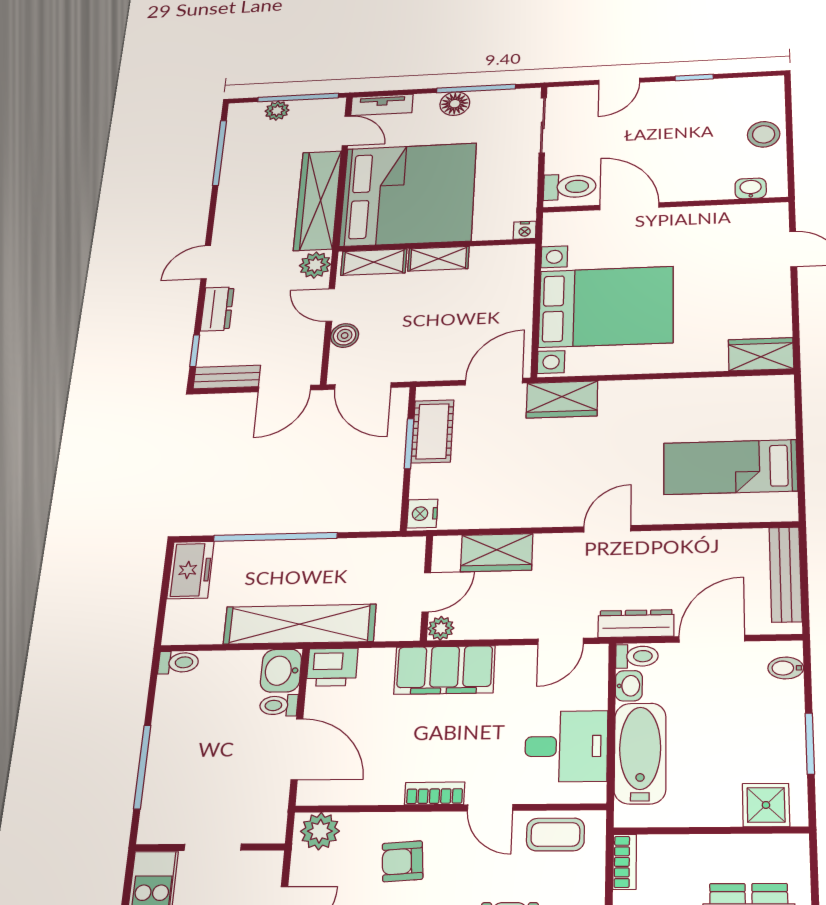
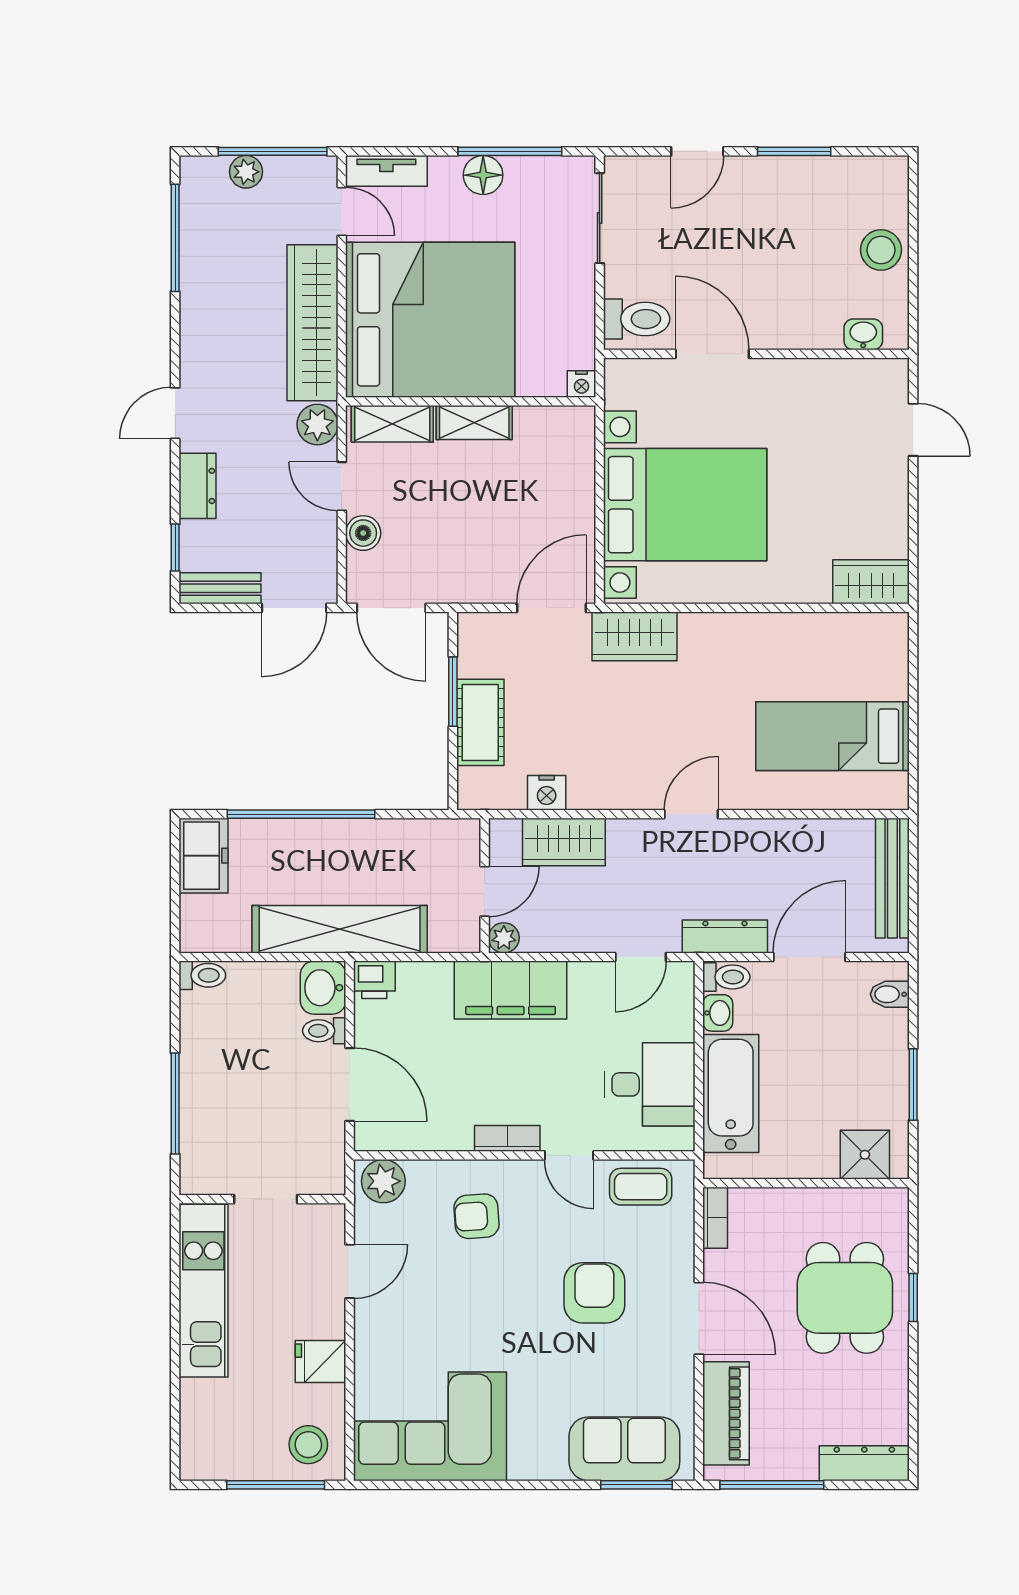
window: (694, 77) -> (794, 151), width x1.50
cot: (433, 431) -> (480, 722), moved
nightstand: (422, 514) -> (547, 793), moved, turned -90
printer: (332, 667) -> (374, 980), width x0.73, depth x0.81

